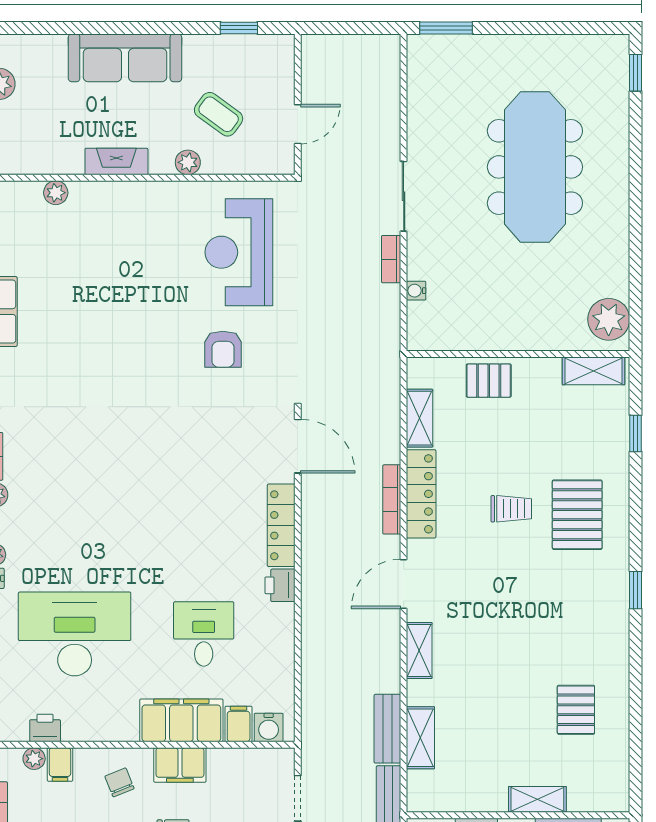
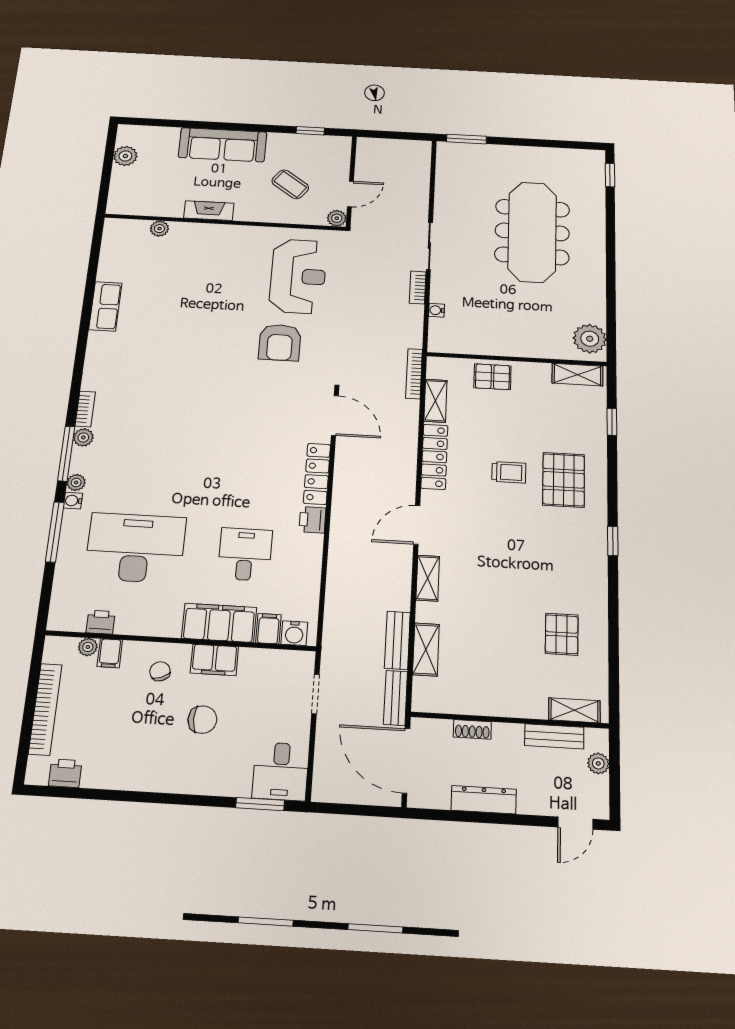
plant: (188, 162) -> (337, 218), moved
reception desk: (239, 252) -> (298, 276), turned 180
armchair: (223, 349) -> (280, 342), width x1.38, depth x1.38
bookcase: (392, 499) -> (414, 374), moved
shelving: (537, 799) -> (574, 710), moved

